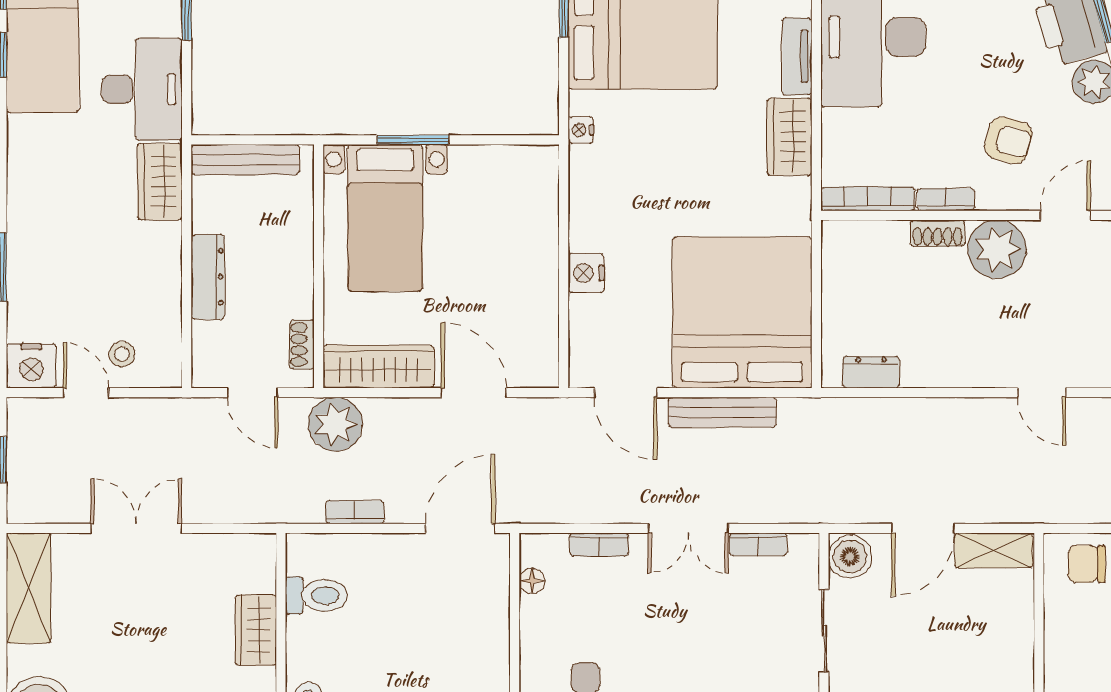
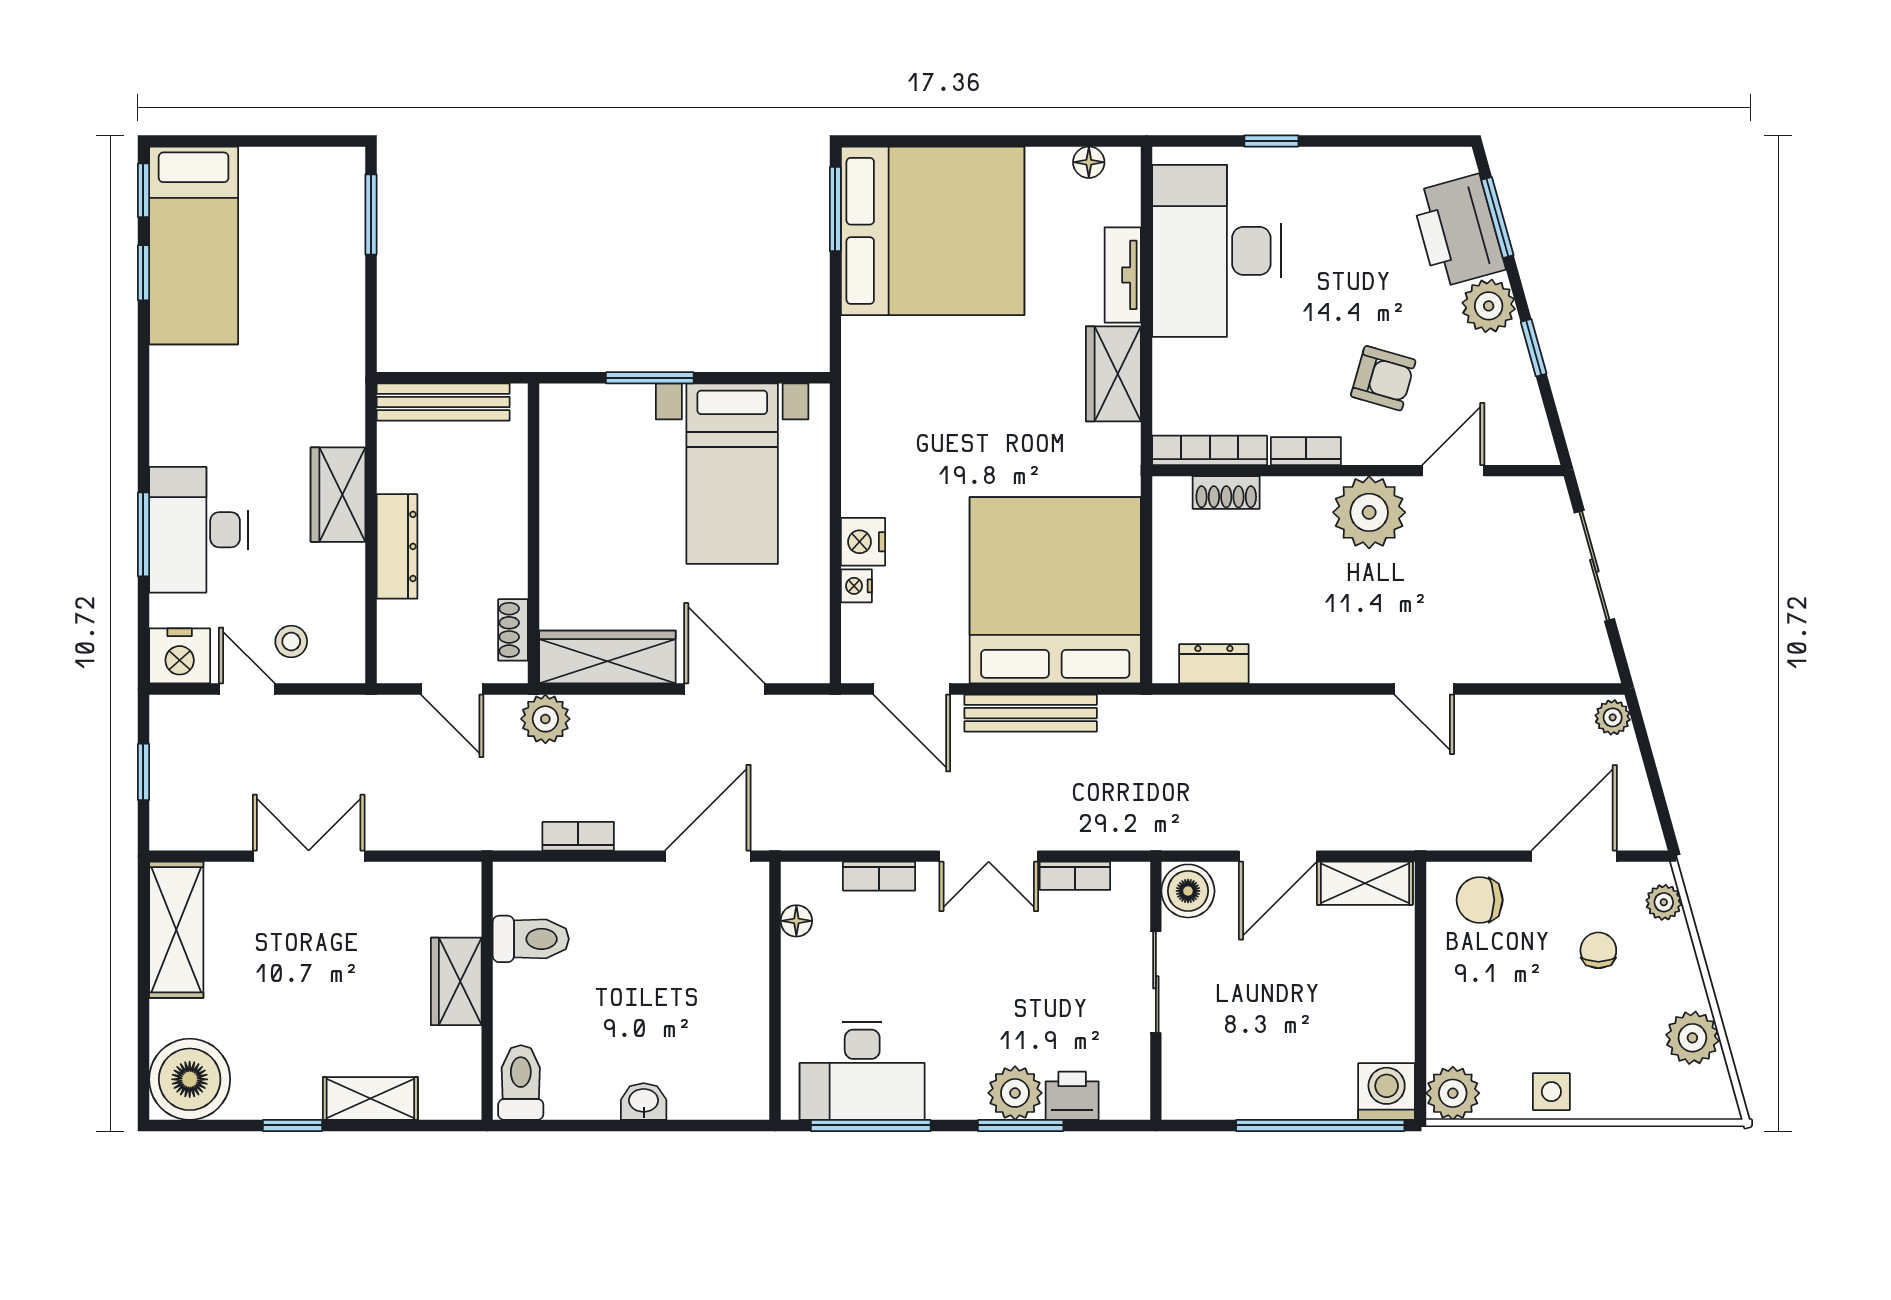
desk: (142, 89) -> (198, 530), moved, turned 180
nightstand: (581, 130) -> (856, 586), moved
wardrobe: (160, 182) -> (338, 495), moved
bed with nightstands: (385, 218) -> (732, 474), moved
shoe rack: (937, 233) -> (1226, 493), moved
plant: (335, 424) -> (545, 719), width x0.73, depth x0.73

